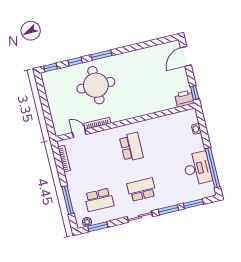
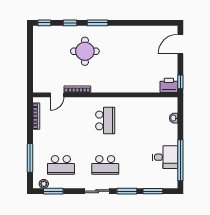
round table: (96, 85) -> (85, 51), width x0.73, depth x0.73
door: (79, 133) -> (57, 95), swing flipped
desk: (197, 168) -> (165, 157), width x0.73
school desk: (142, 190) -> (105, 165), turned 180

